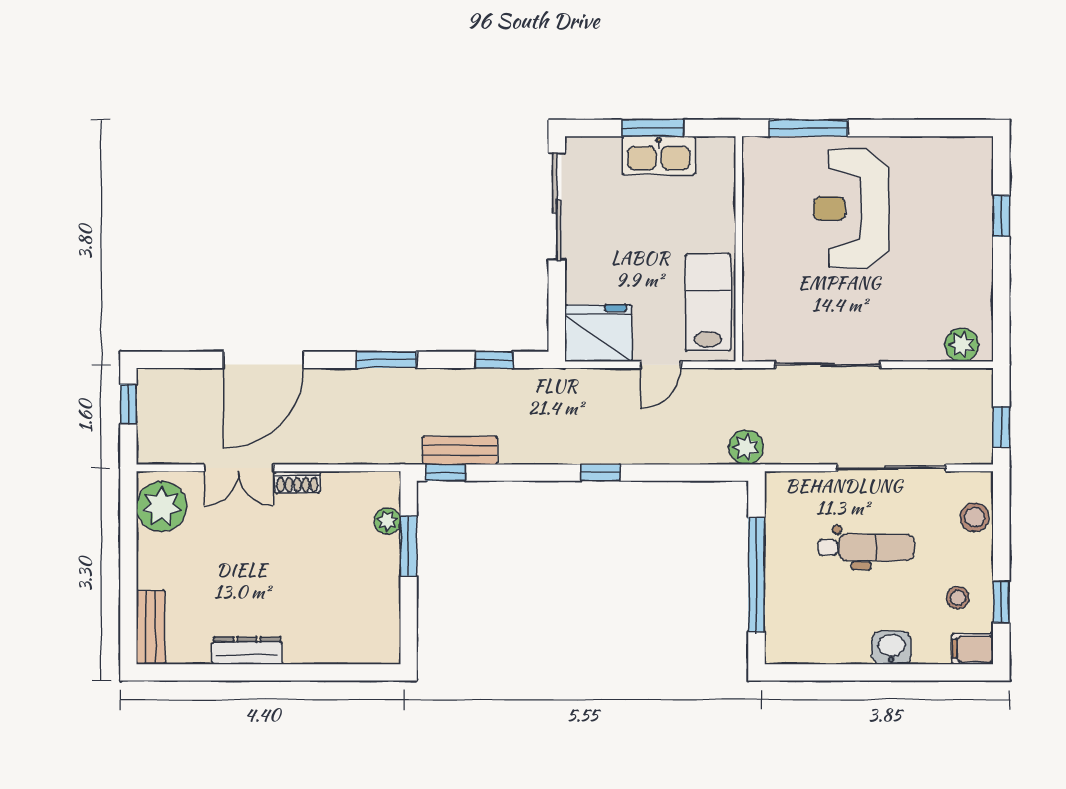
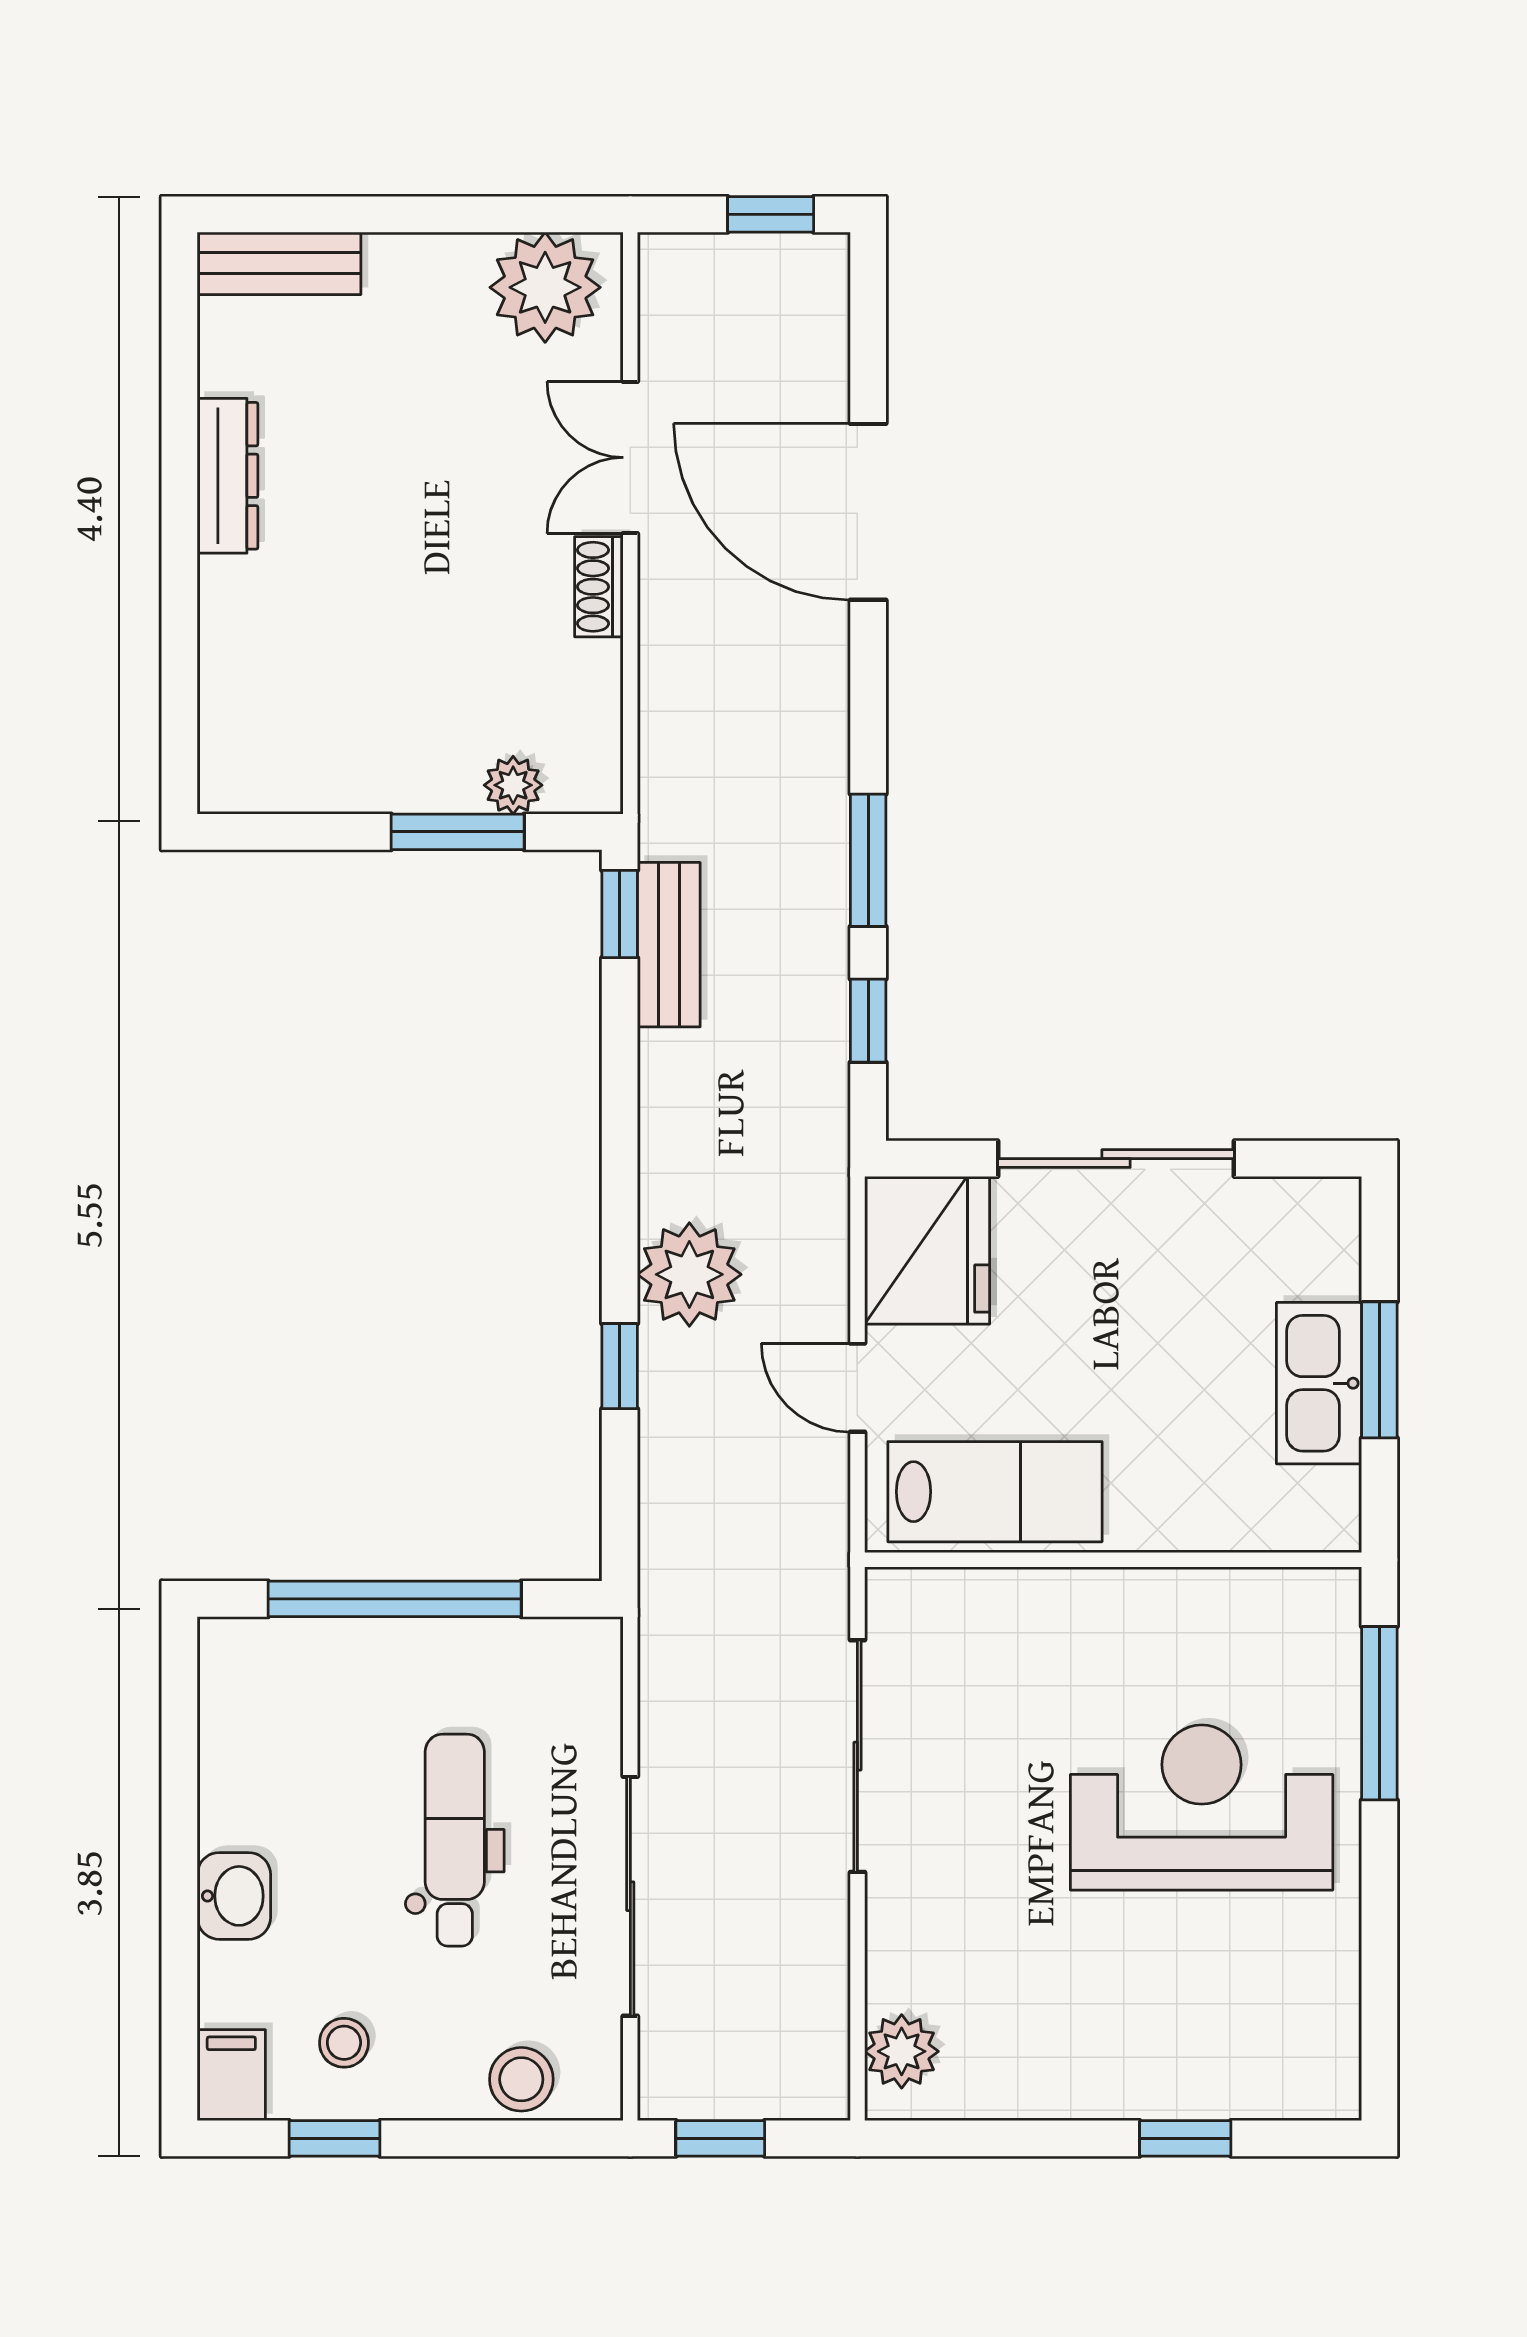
sliding door: (557, 206) -> (1116, 1159), moved
window: (386, 360) -> (868, 860), moved
plant: (746, 447) -> (689, 1274), moved, width x1.36, depth x1.36
window: (601, 473) -> (620, 1366), moved
dental chair: (866, 547) -> (455, 1840), turned 180

